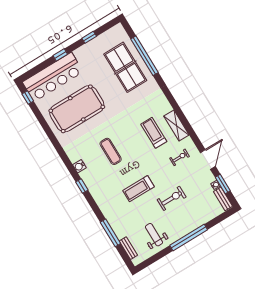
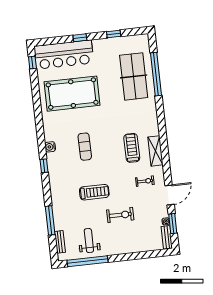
treadmill: (139, 189) -> (94, 192), turned 180
window: (189, 237) -> (88, 261), moved

